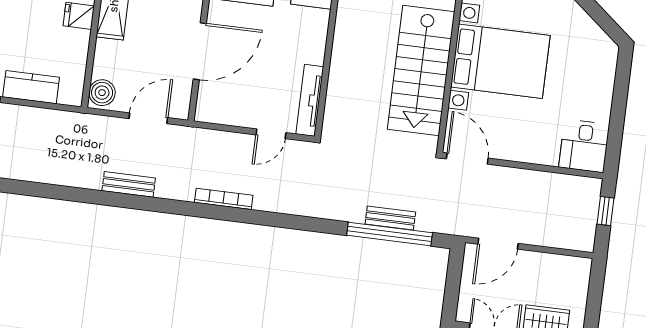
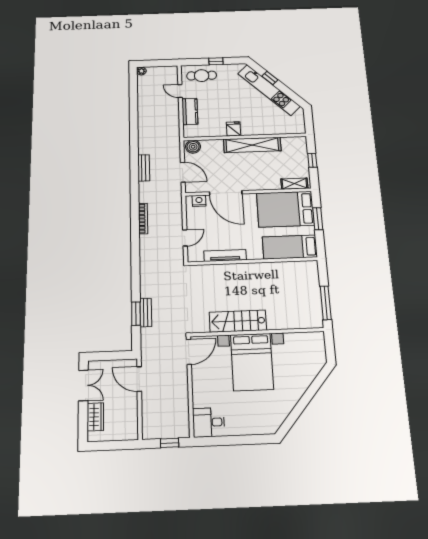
stairs: (421, 70) -> (238, 321), width x0.73, depth x0.66
nightstand: (207, 99) -> (199, 201), added
tv unit: (310, 100) -> (225, 255), moved
door: (271, 134) -> (185, 238), swing flipped
window: (390, 234) -> (136, 314), width x0.47

